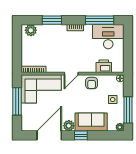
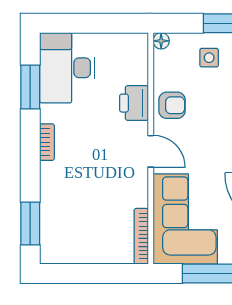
window: (52, 20) -> (30, 224), moved
window: (100, 20) -> (30, 87), width x0.69
plant: (31, 30) -> (53, 242), removed
printer: (104, 66) -> (134, 103), moved

